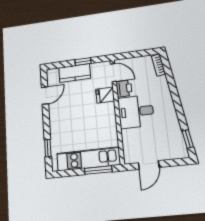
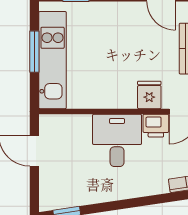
window: (98, 170) -> (34, 52), moved

